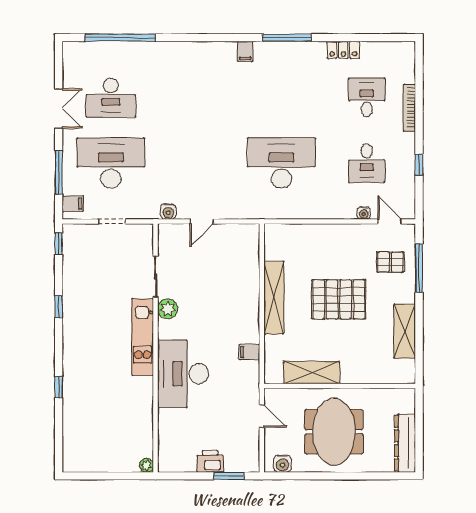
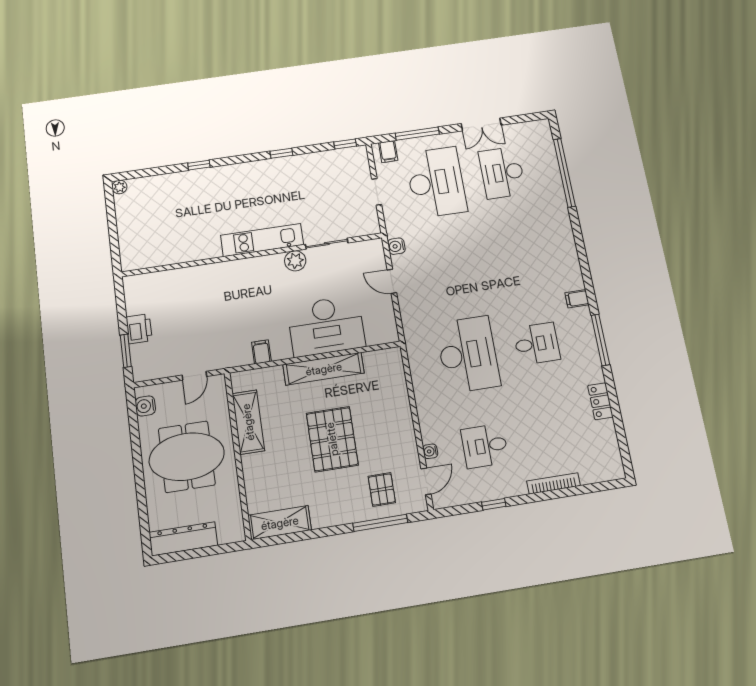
desk: (367, 98) -> (537, 344), moved
shelving: (405, 331) -> (280, 523), moved
desk: (183, 374) -> (326, 326), moved, turned 180
plant: (146, 465) -> (119, 187), moved

